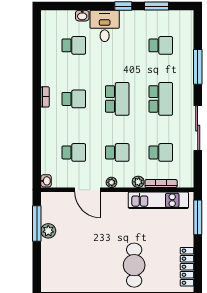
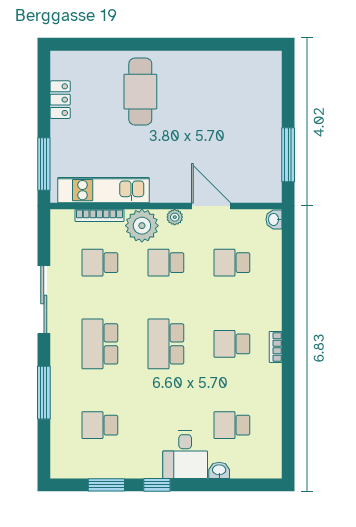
plant: (138, 182) -> (142, 226), width x1.87, depth x1.87
plant: (48, 231) -> (271, 144), removed
locker: (187, 267) -> (60, 100), width x0.66

